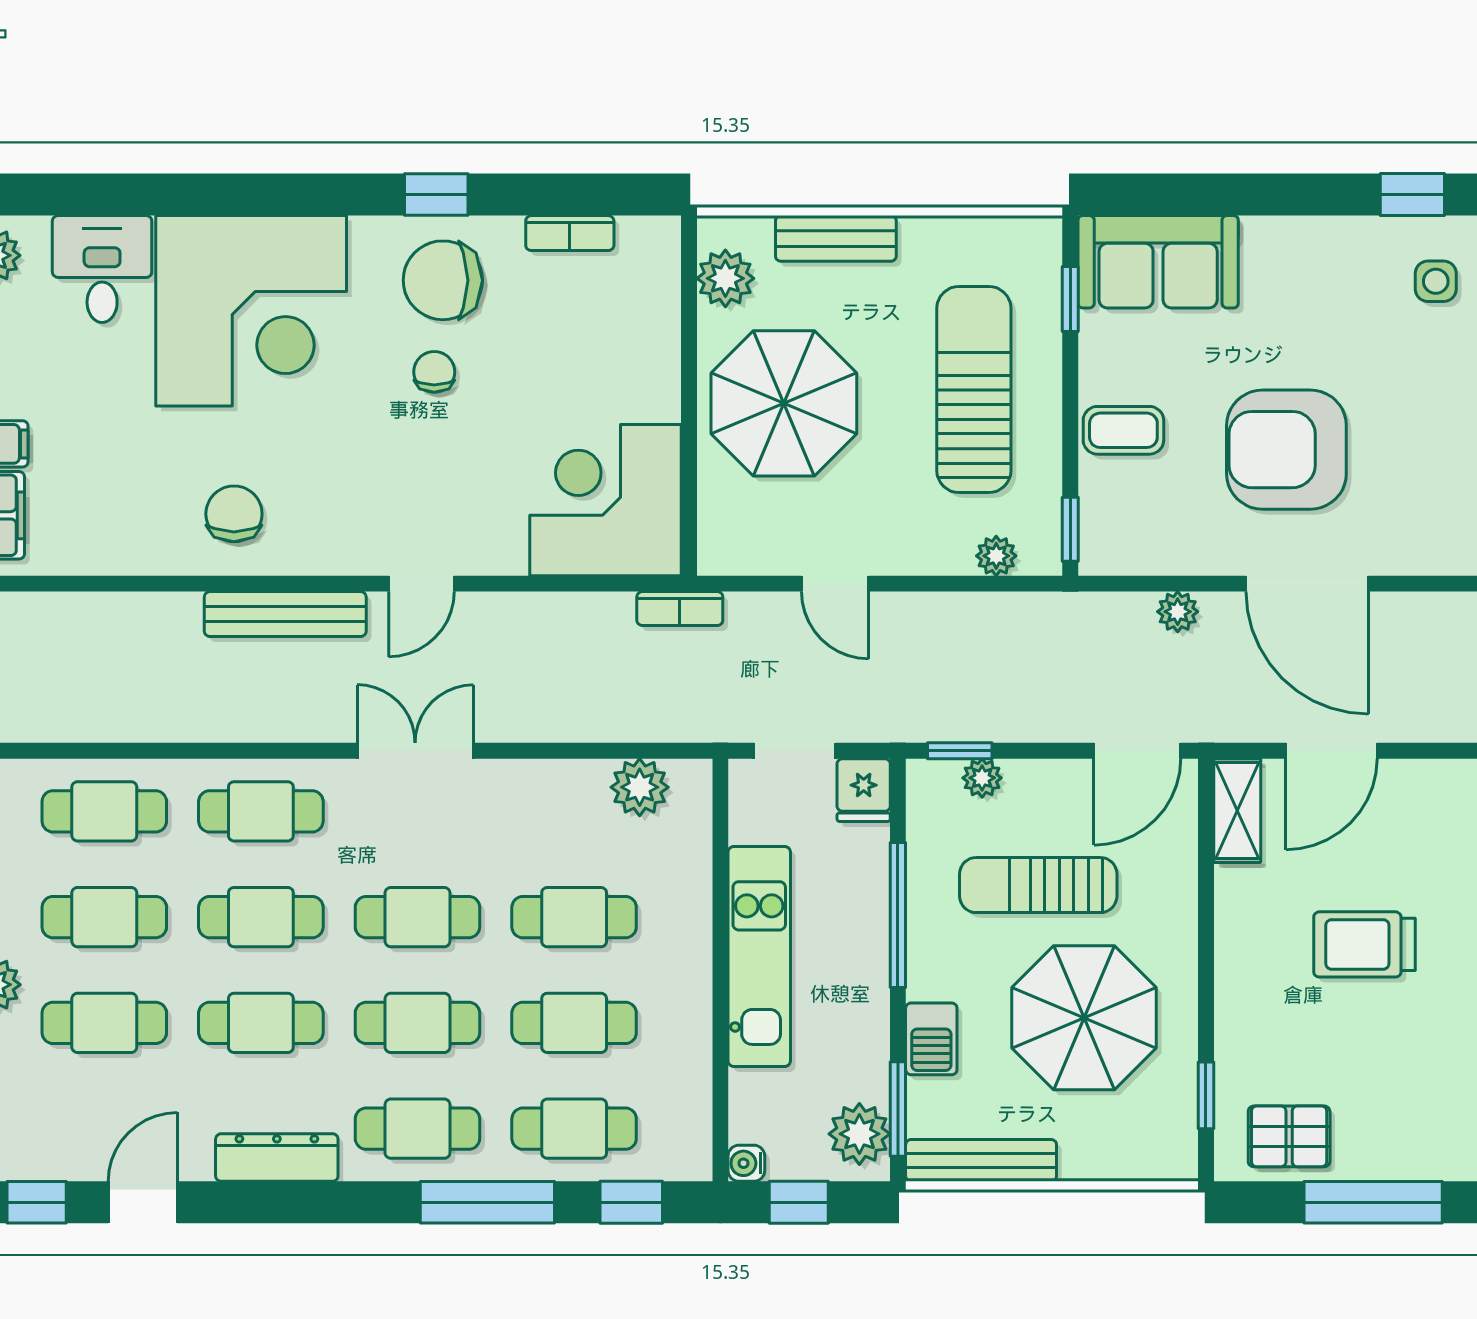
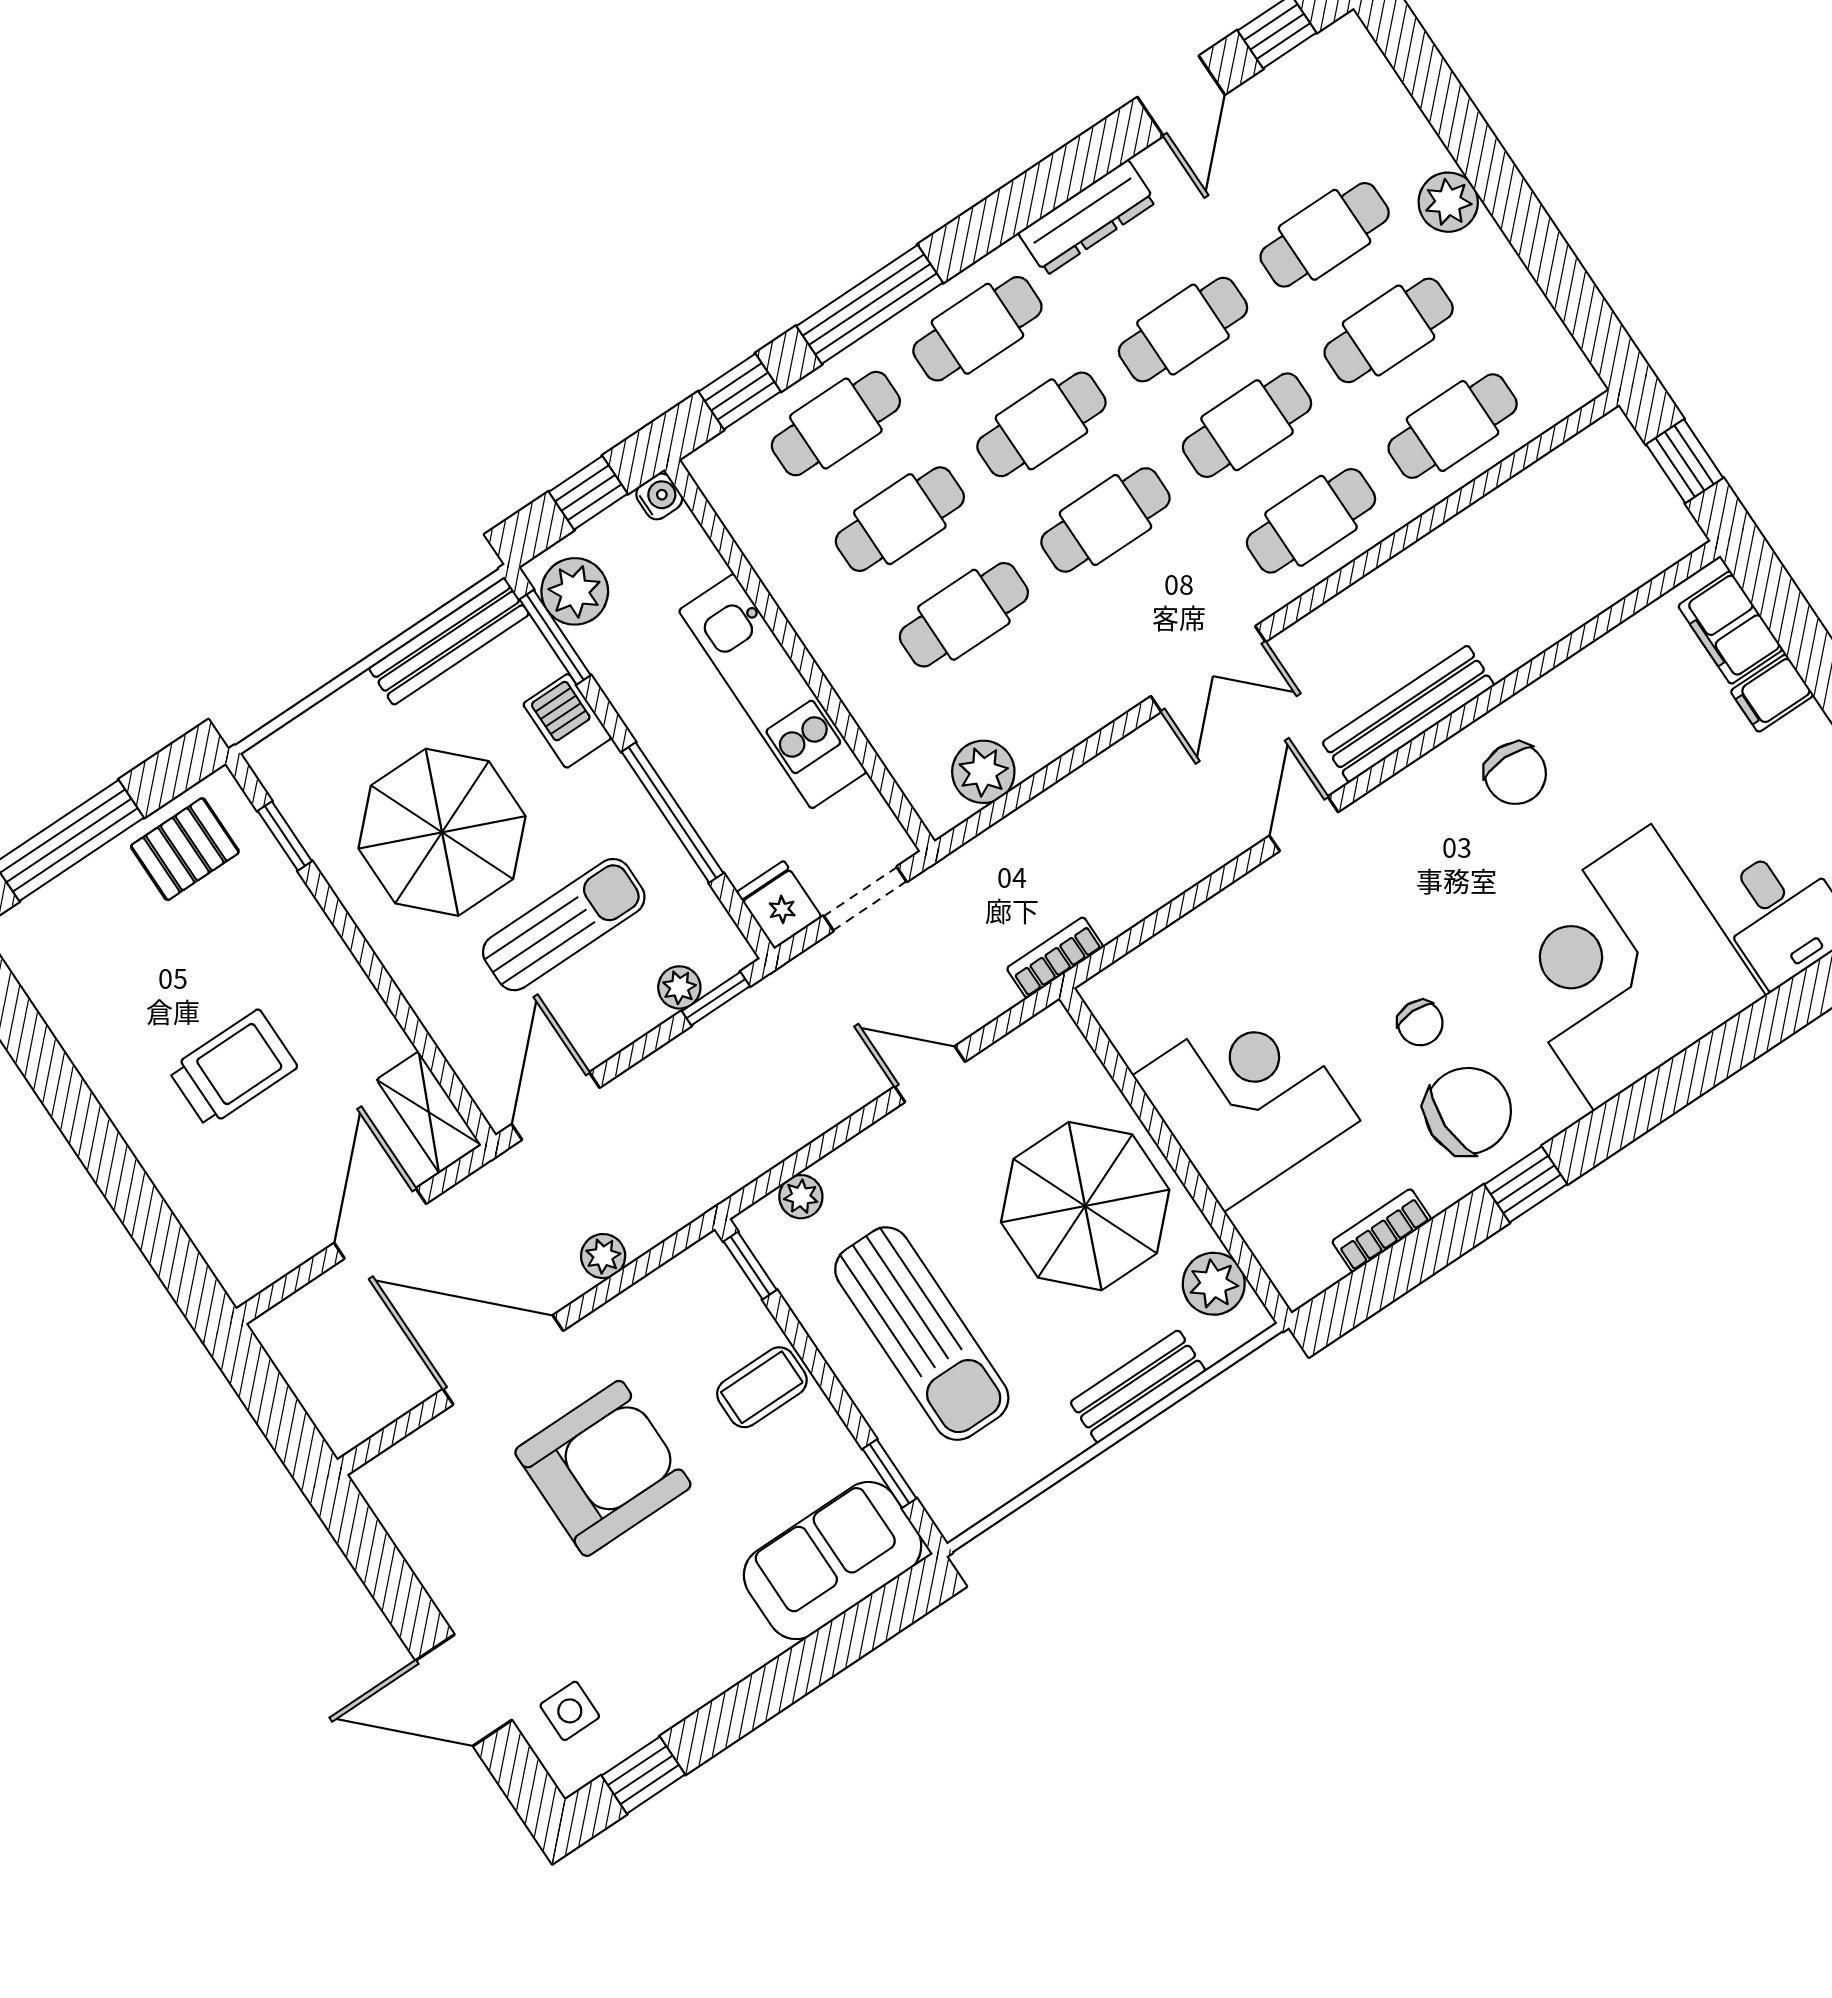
corner desk: (606, 500) -> (1246, 1098), moved, turned -90

